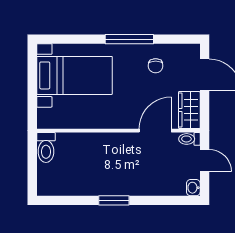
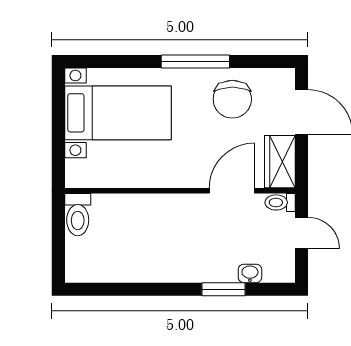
chair: (156, 66) -> (232, 99), width x1.87, depth x1.87
washbasin: (193, 188) -> (250, 273), moved, turned 90
window: (114, 200) -> (223, 289), moved

